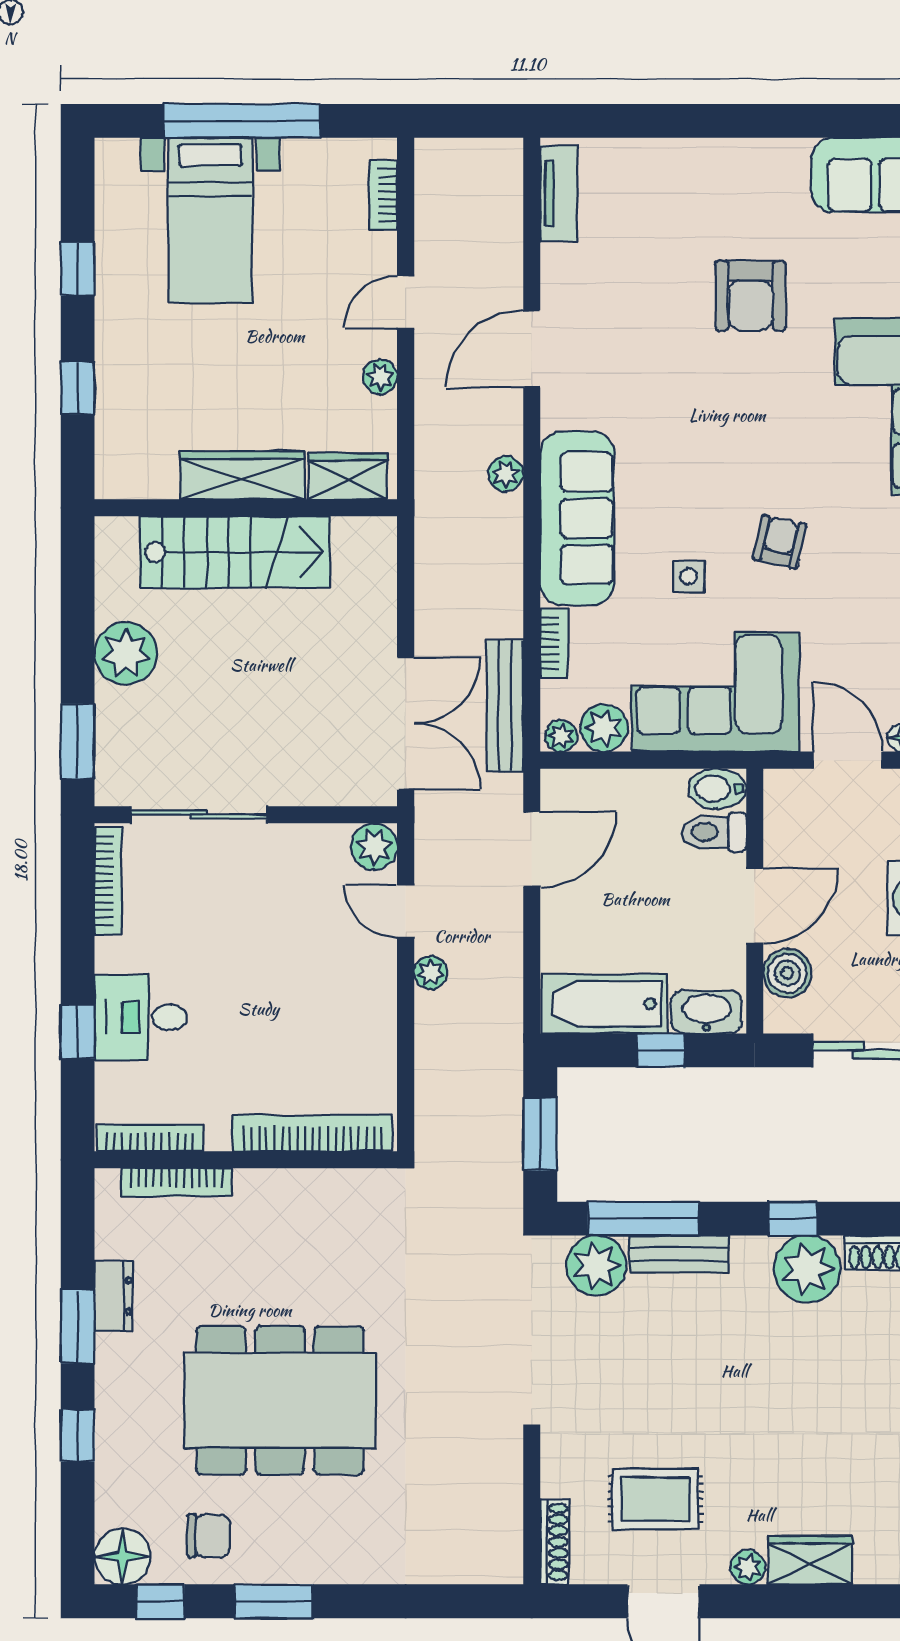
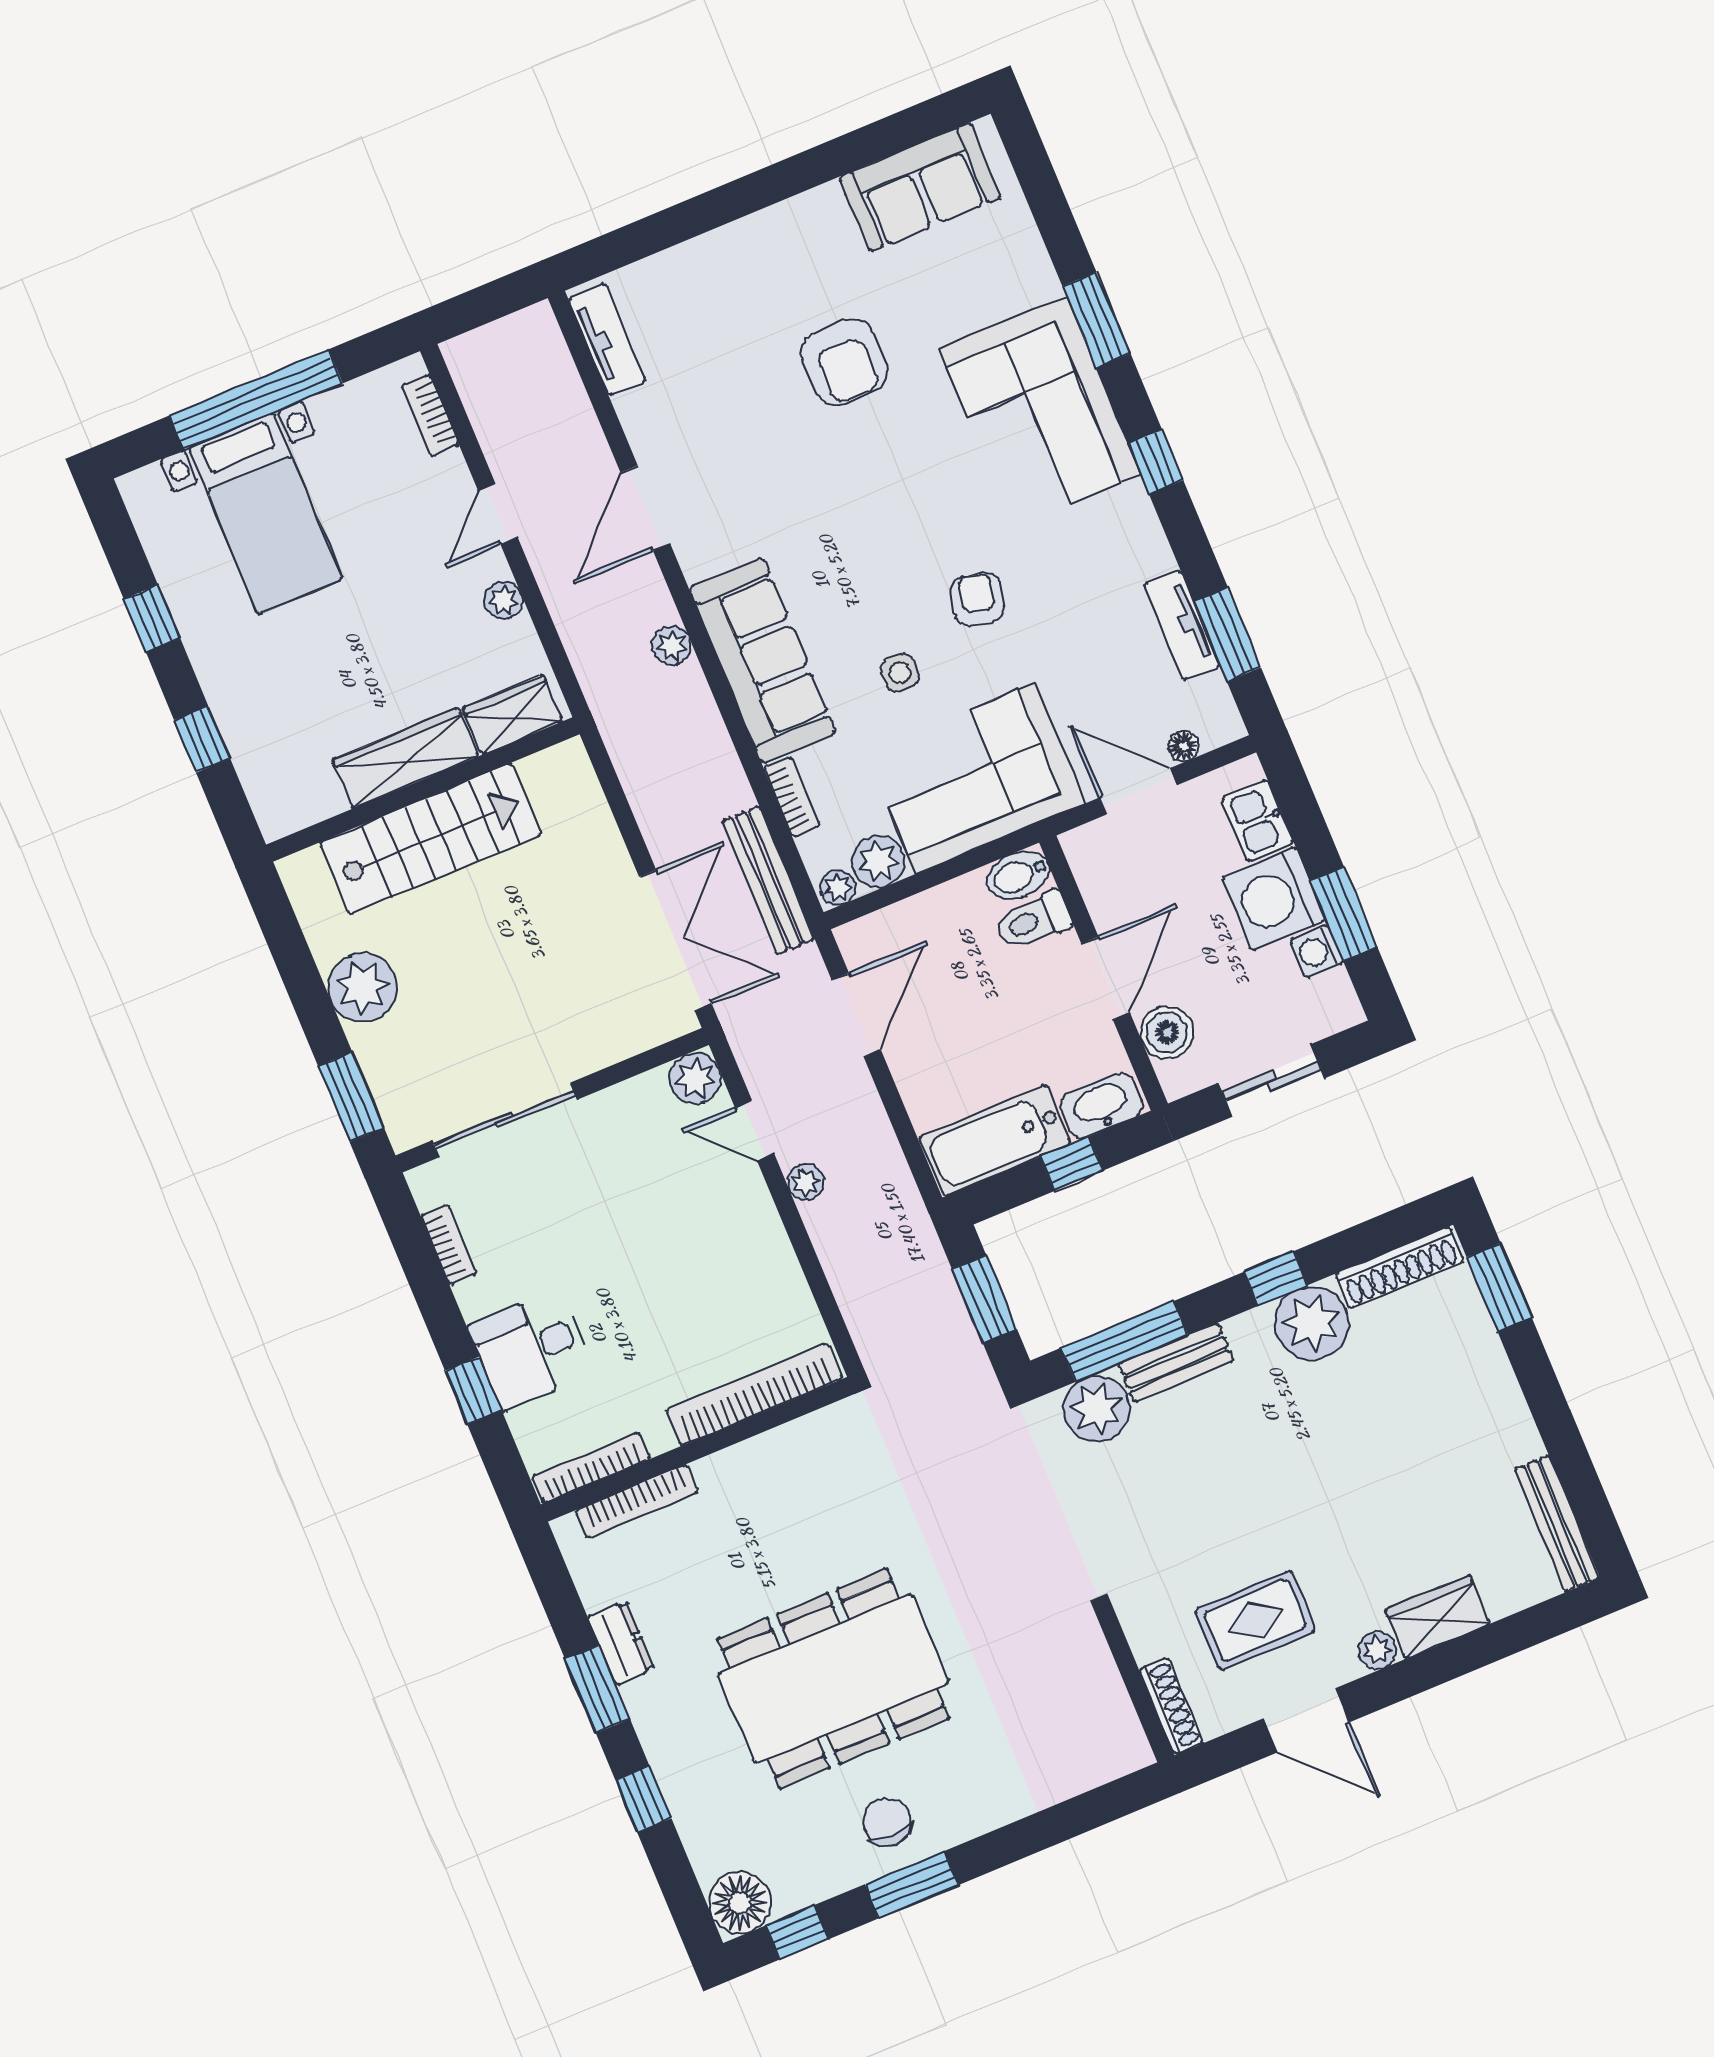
bookcase: (108, 881) -> (449, 1245), width x0.64
chair: (209, 1536) -> (887, 1822), moved, turned -90

